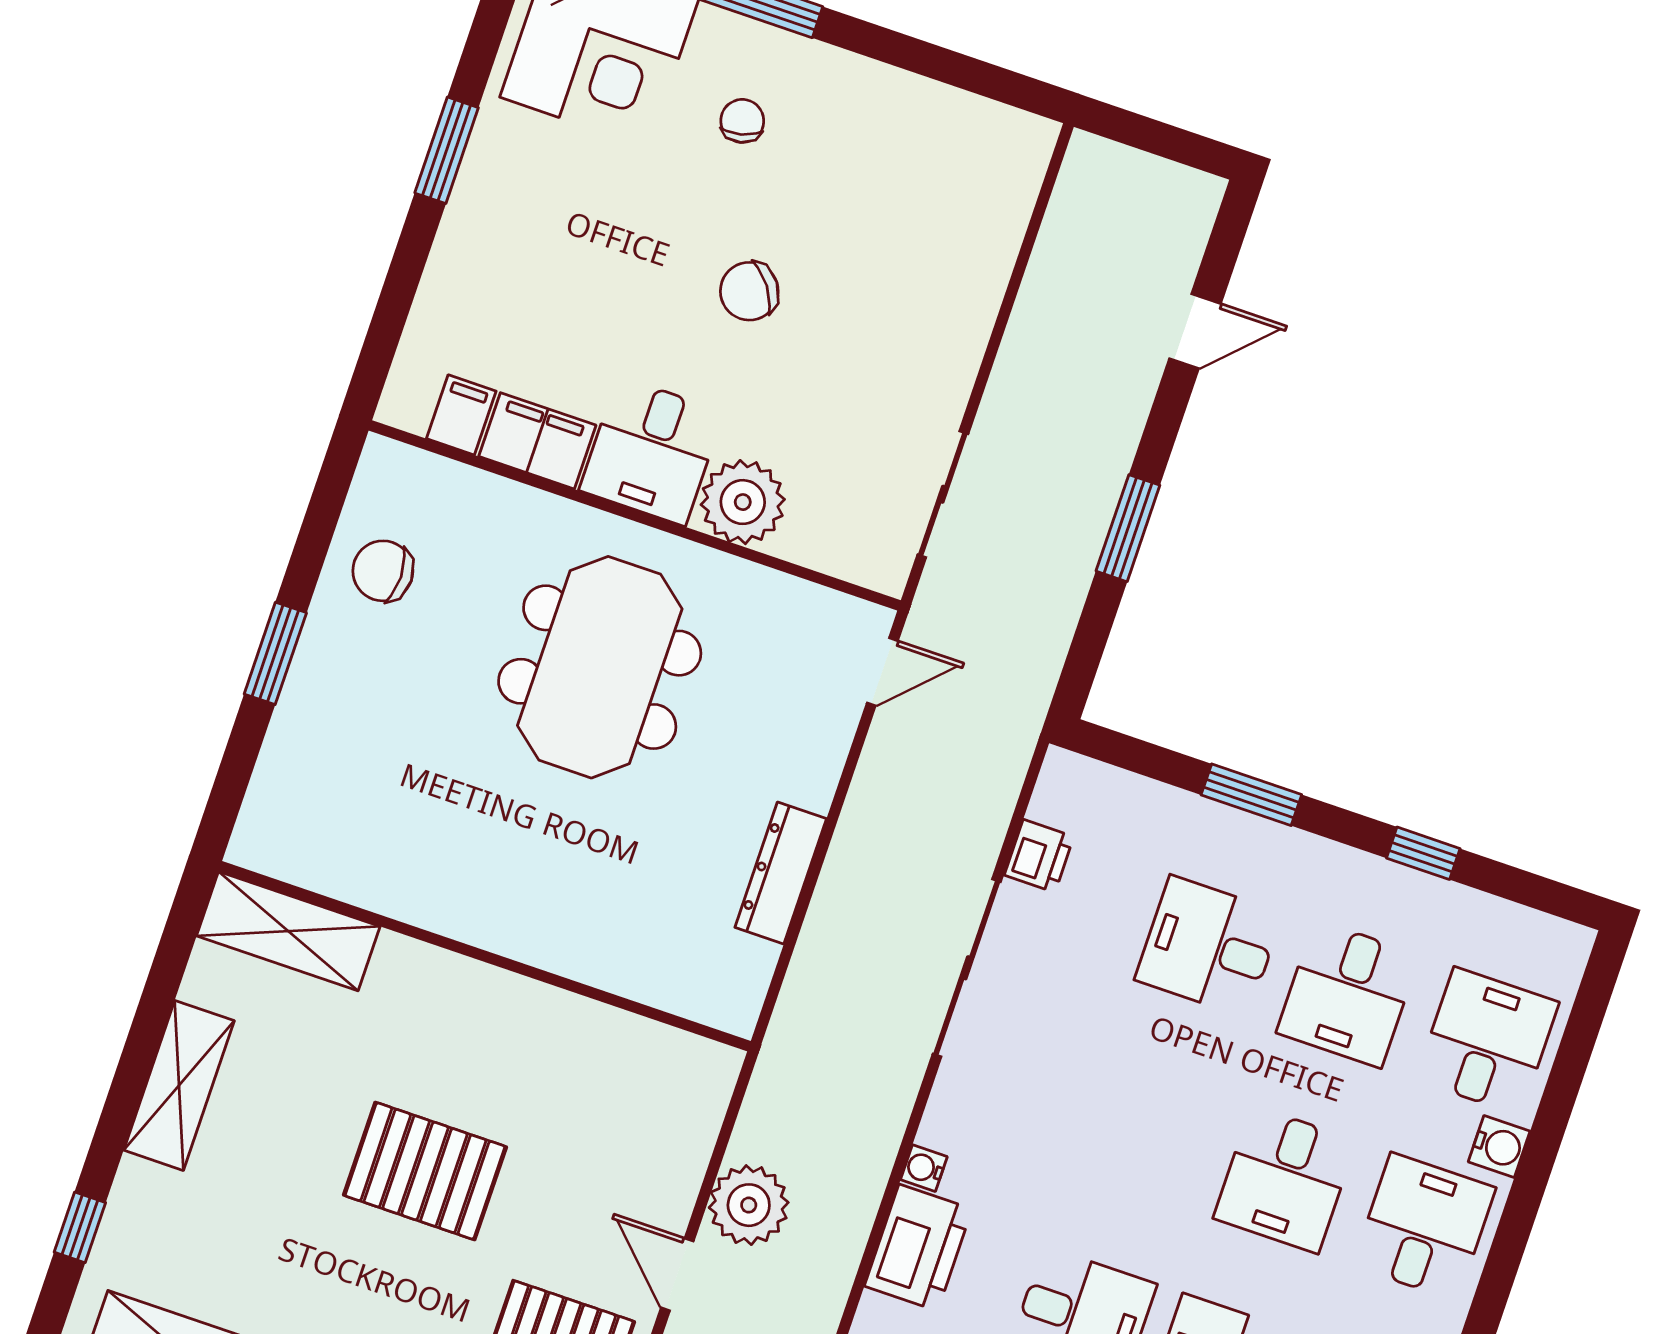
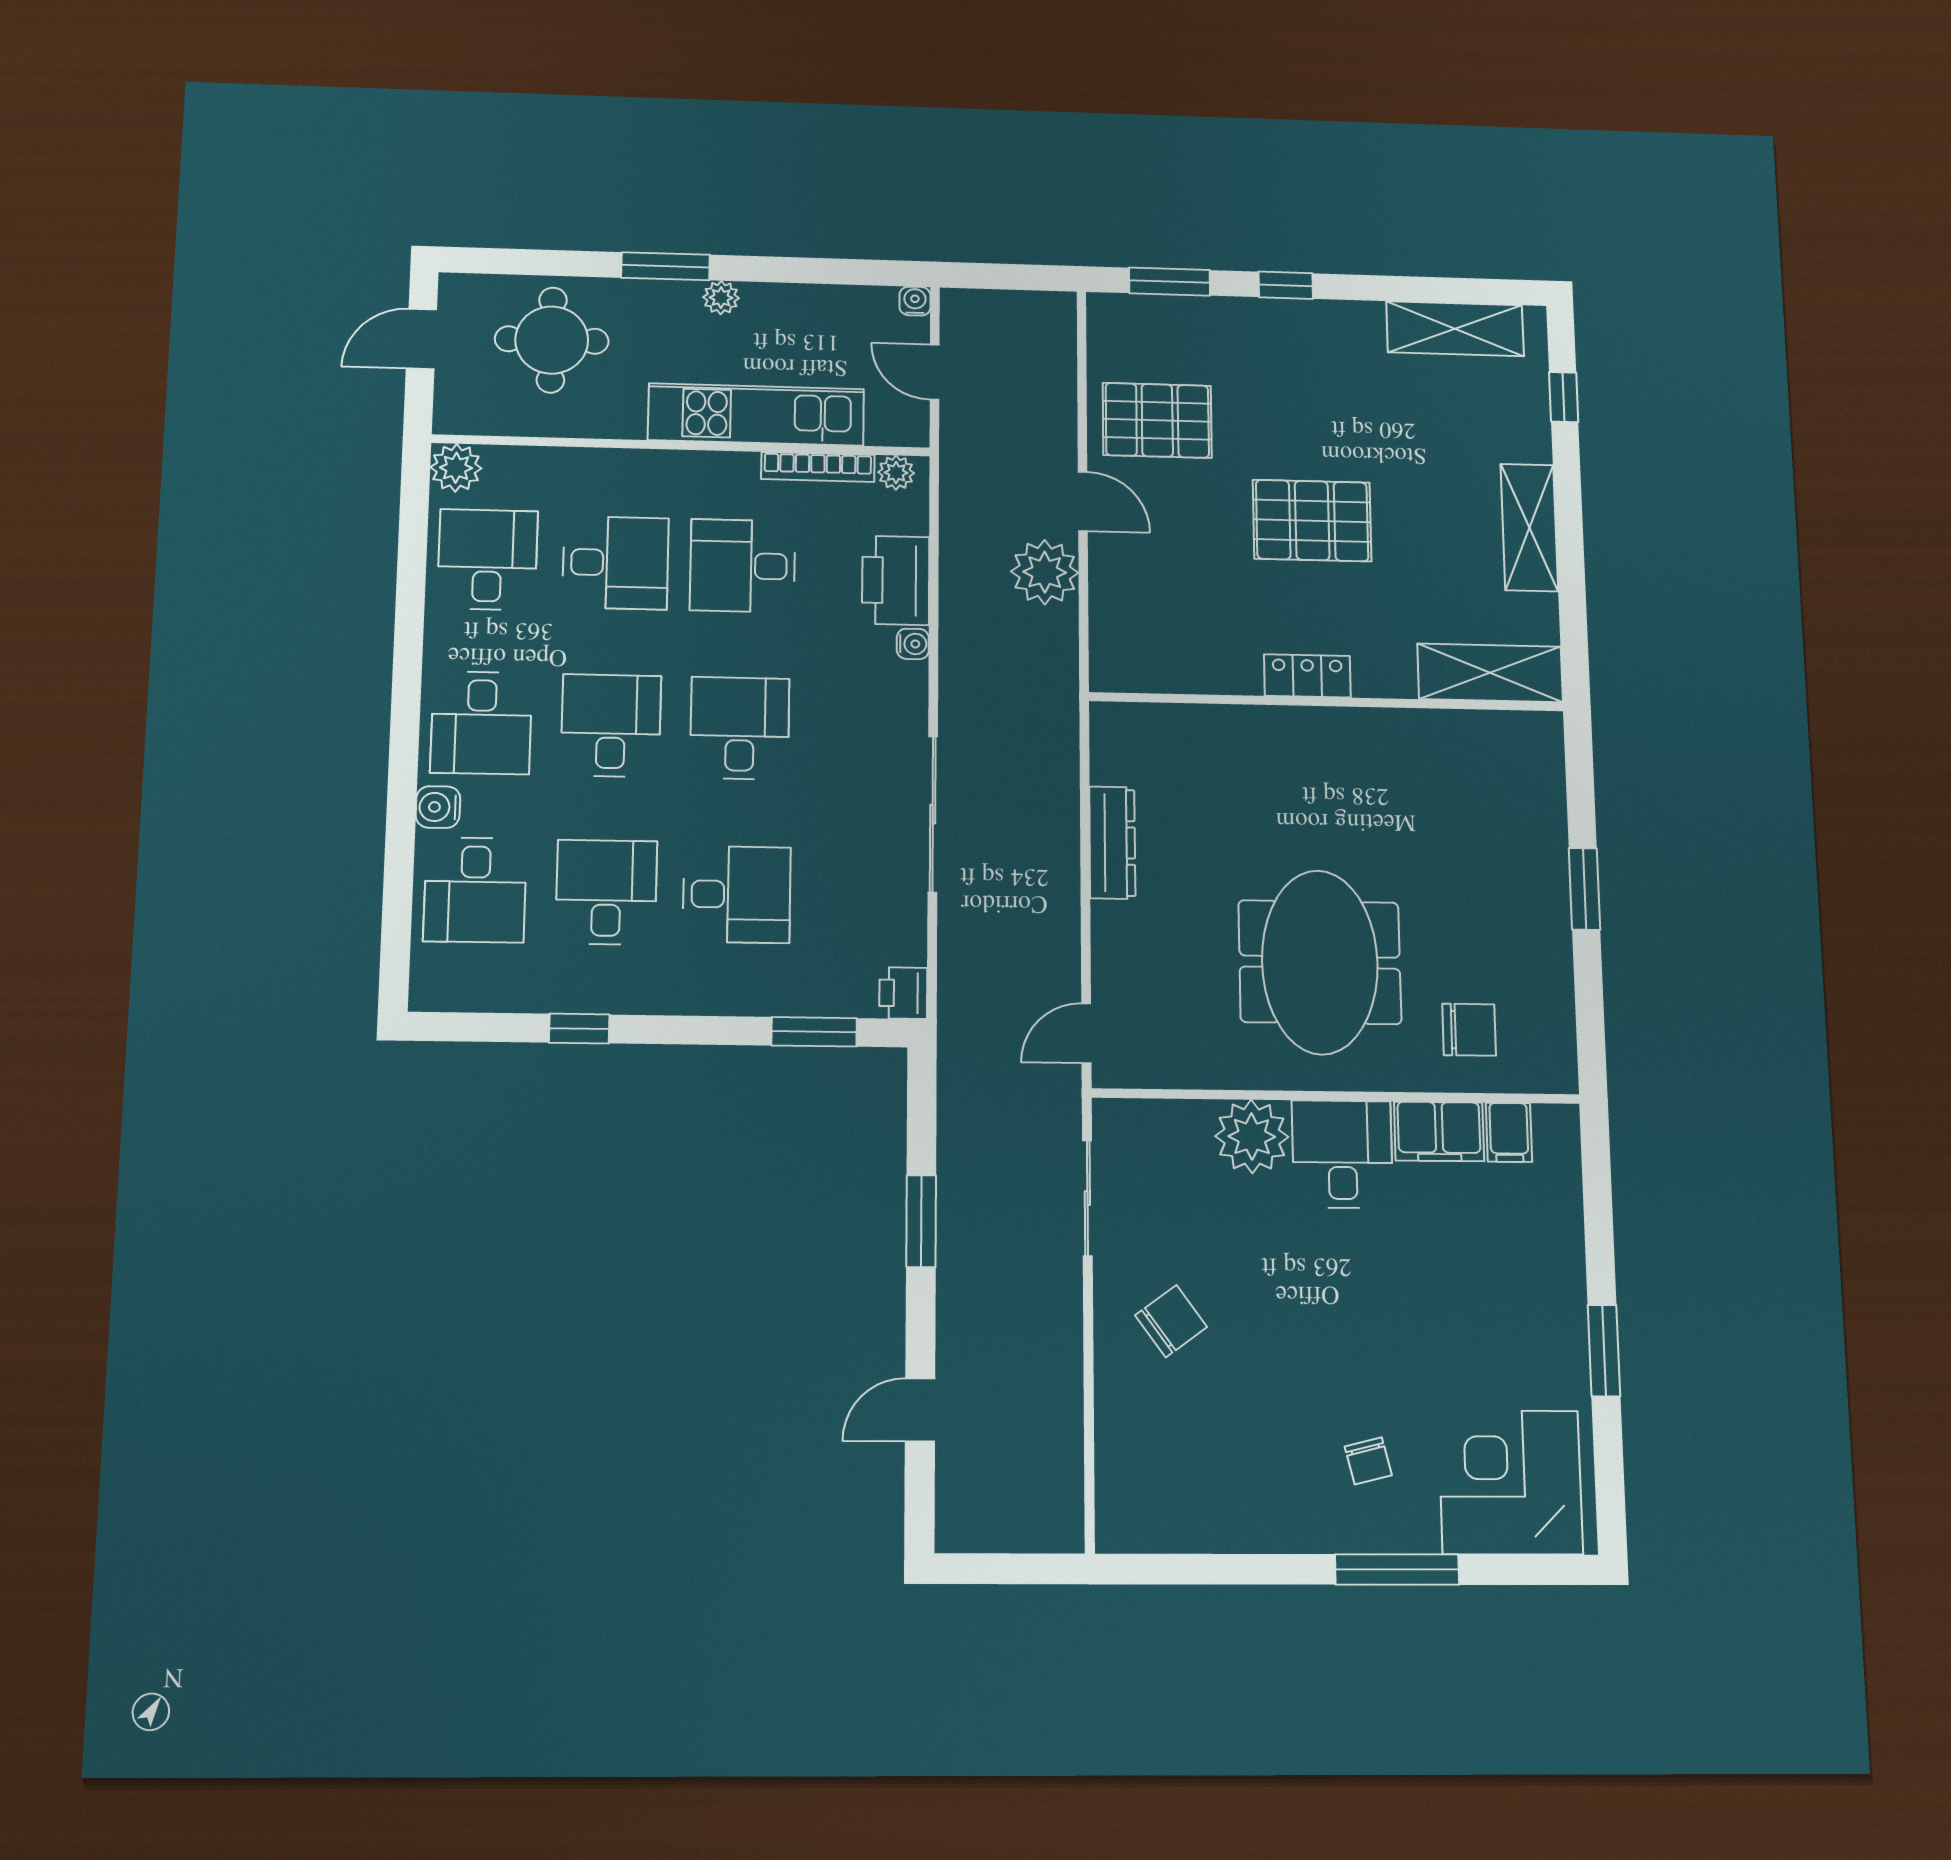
chair: (749, 291) -> (1171, 1321), moved
chair: (383, 571) -> (1469, 1030), moved
window: (1251, 795) -> (814, 1032), moved
printer: (1039, 856) -> (903, 993), moved
locker: (496, 993) -> (1307, 676), added
desk: (1146, 1132) -> (740, 728), added

